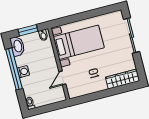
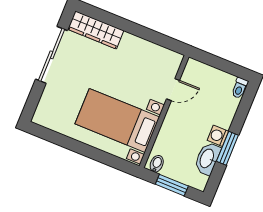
sliding door: (131, 35) -> (51, 55), moved
washbasin: (17, 46) -> (207, 159), moved
window: (14, 69) -> (227, 148), width x0.47

